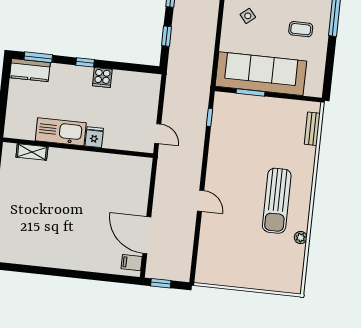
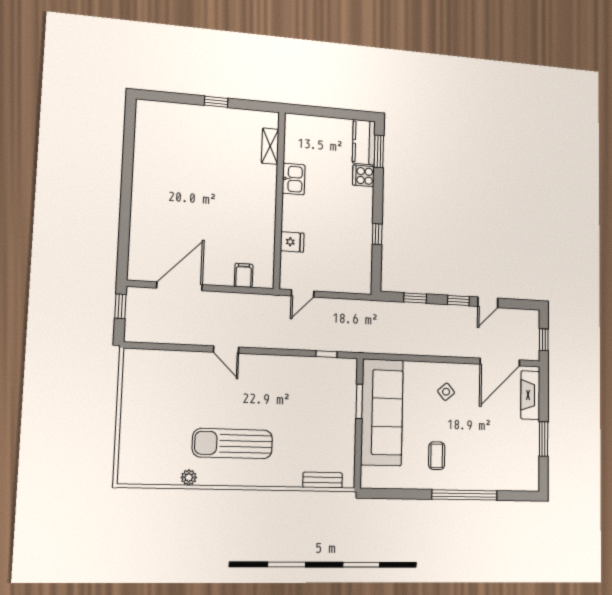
window: (85, 62) -> (377, 234), moved
cooker: (102, 77) -> (363, 176), moved
kitchen sink: (61, 132) -> (294, 179), width x0.53, depth x0.81
fridge: (94, 137) -> (292, 242), moved
door: (201, 201) -> (226, 350), hinge flipped
filing cabinet: (132, 263) -> (244, 275), moved

